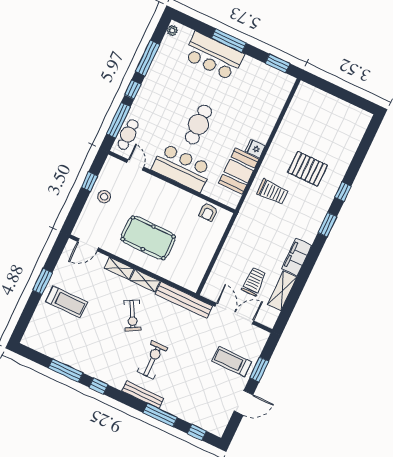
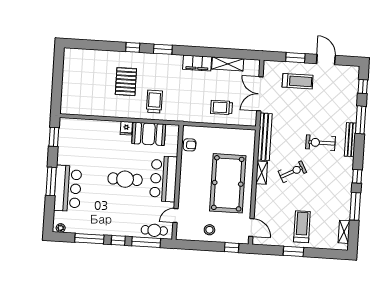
window: (89, 182) -> (232, 248), moved
pool table: (148, 238) -> (228, 183), width x1.36, depth x1.32
shelving: (119, 268) -> (344, 232), moved
trolley: (254, 282) -> (221, 107), moved
treadmill: (232, 362) -> (298, 81), turned -90

